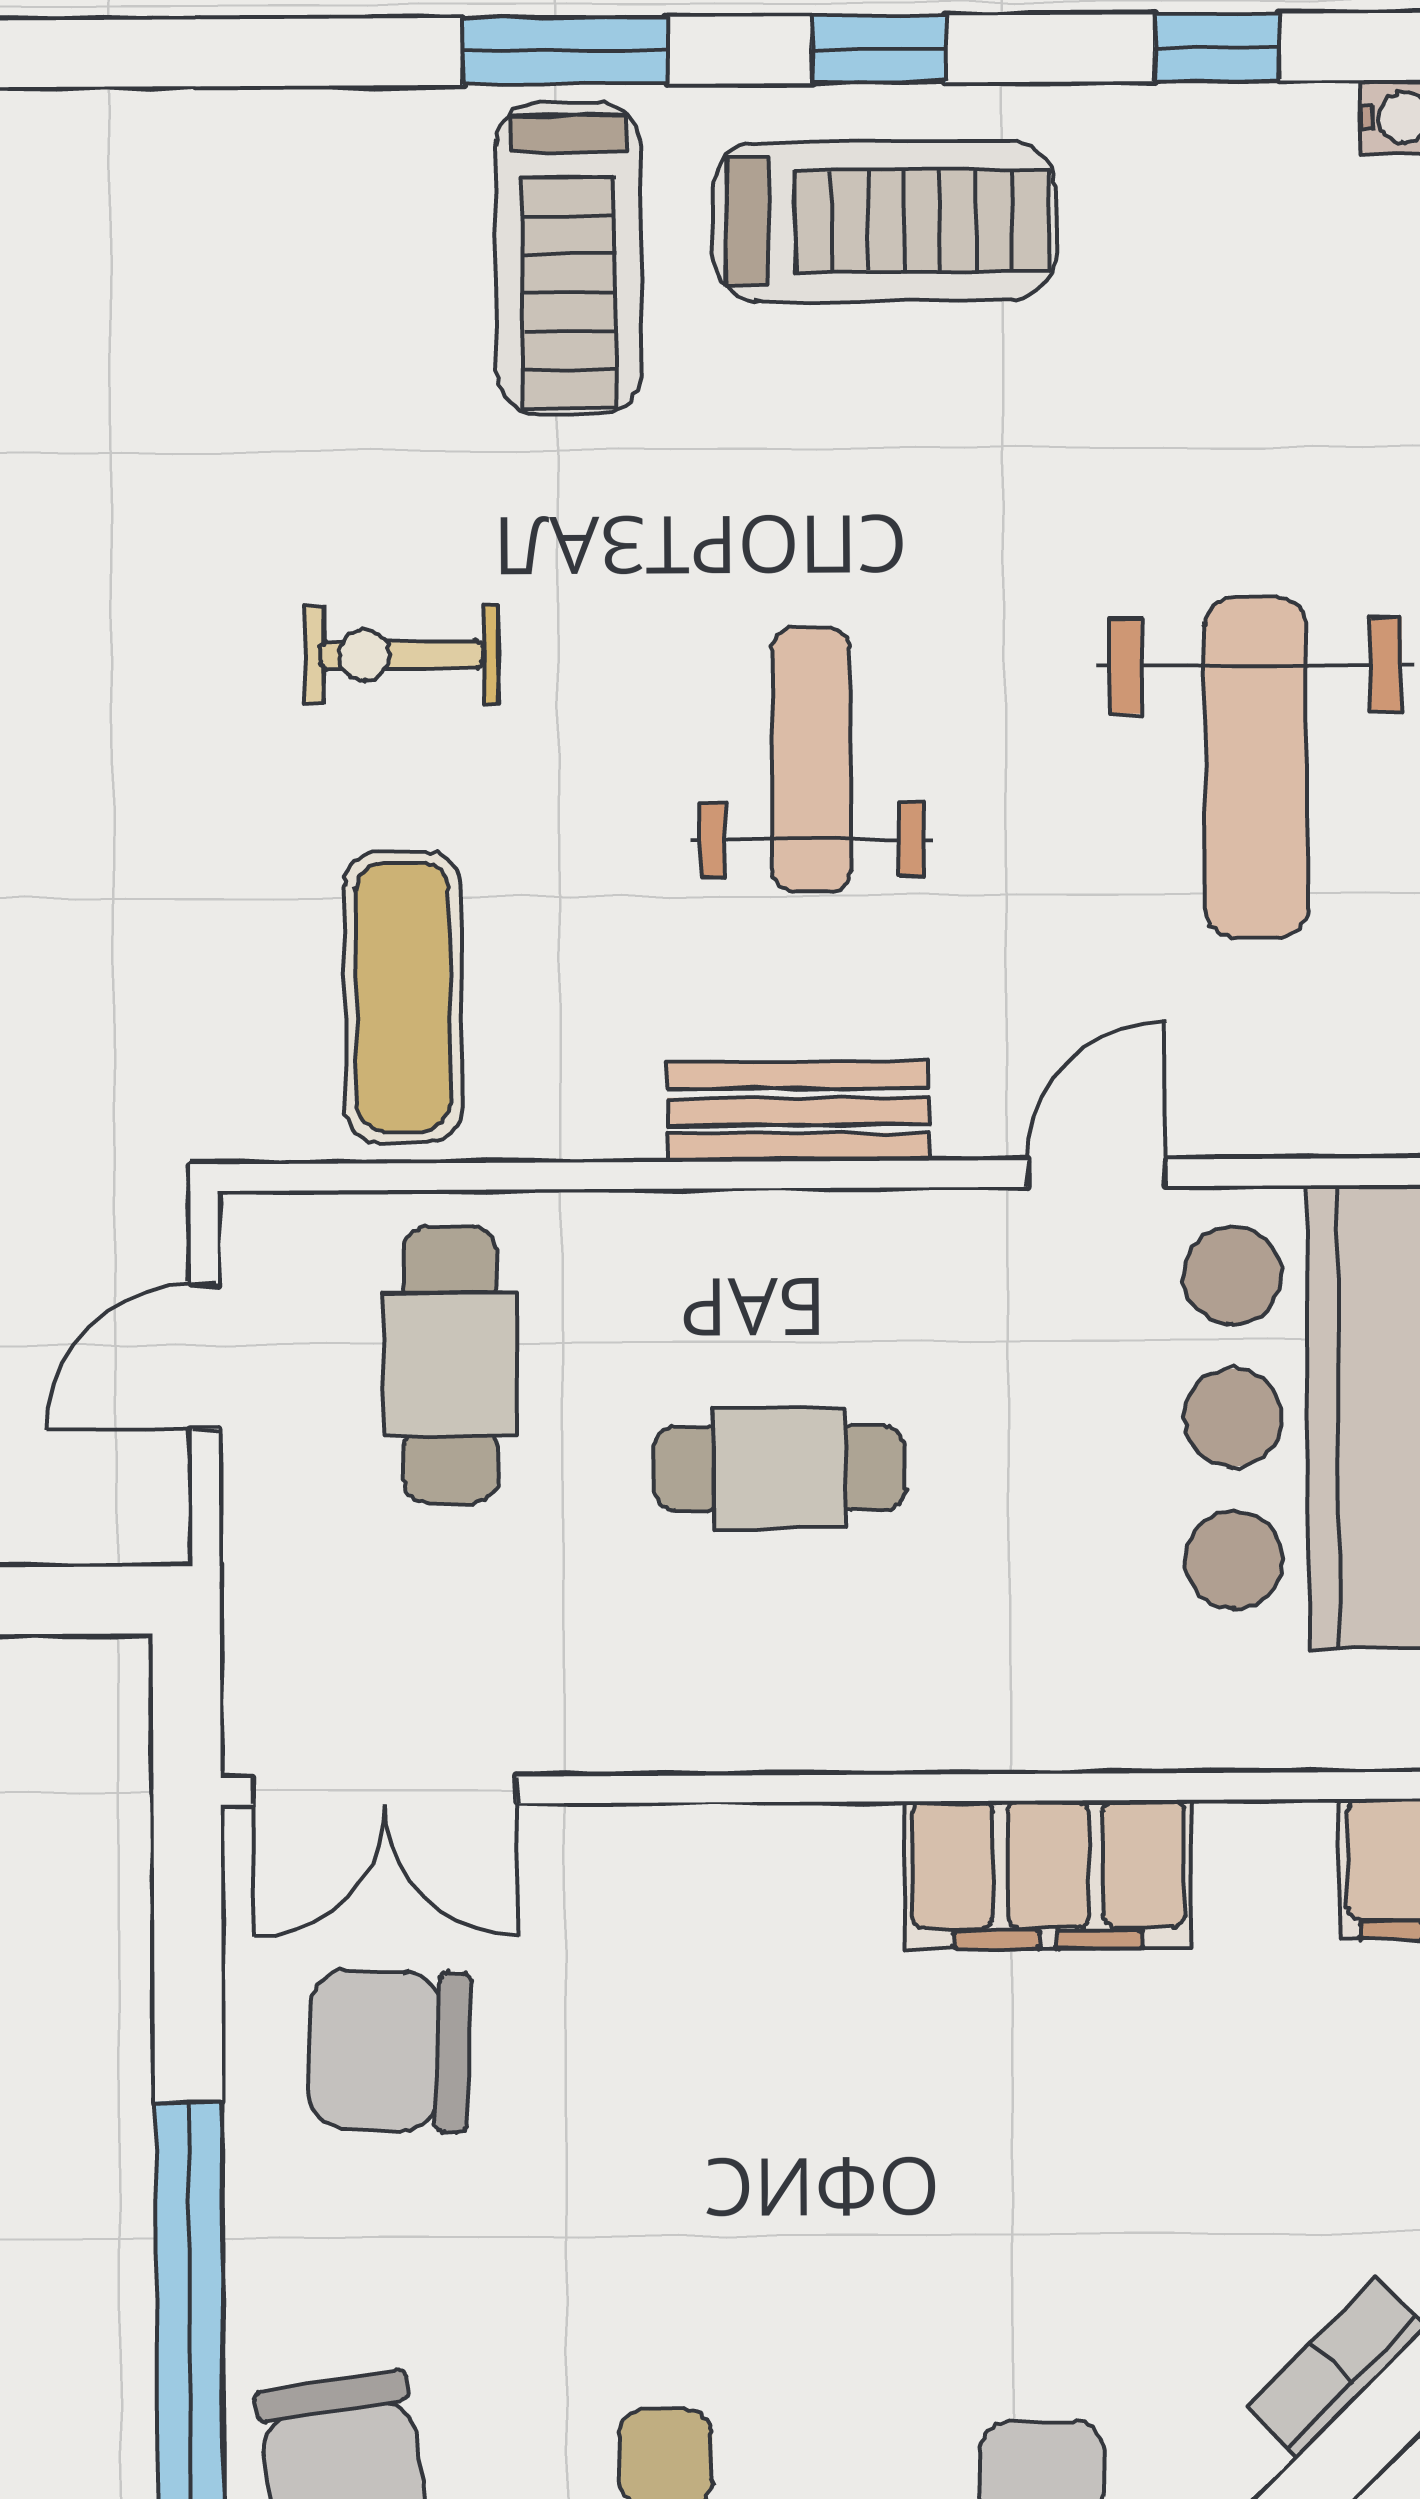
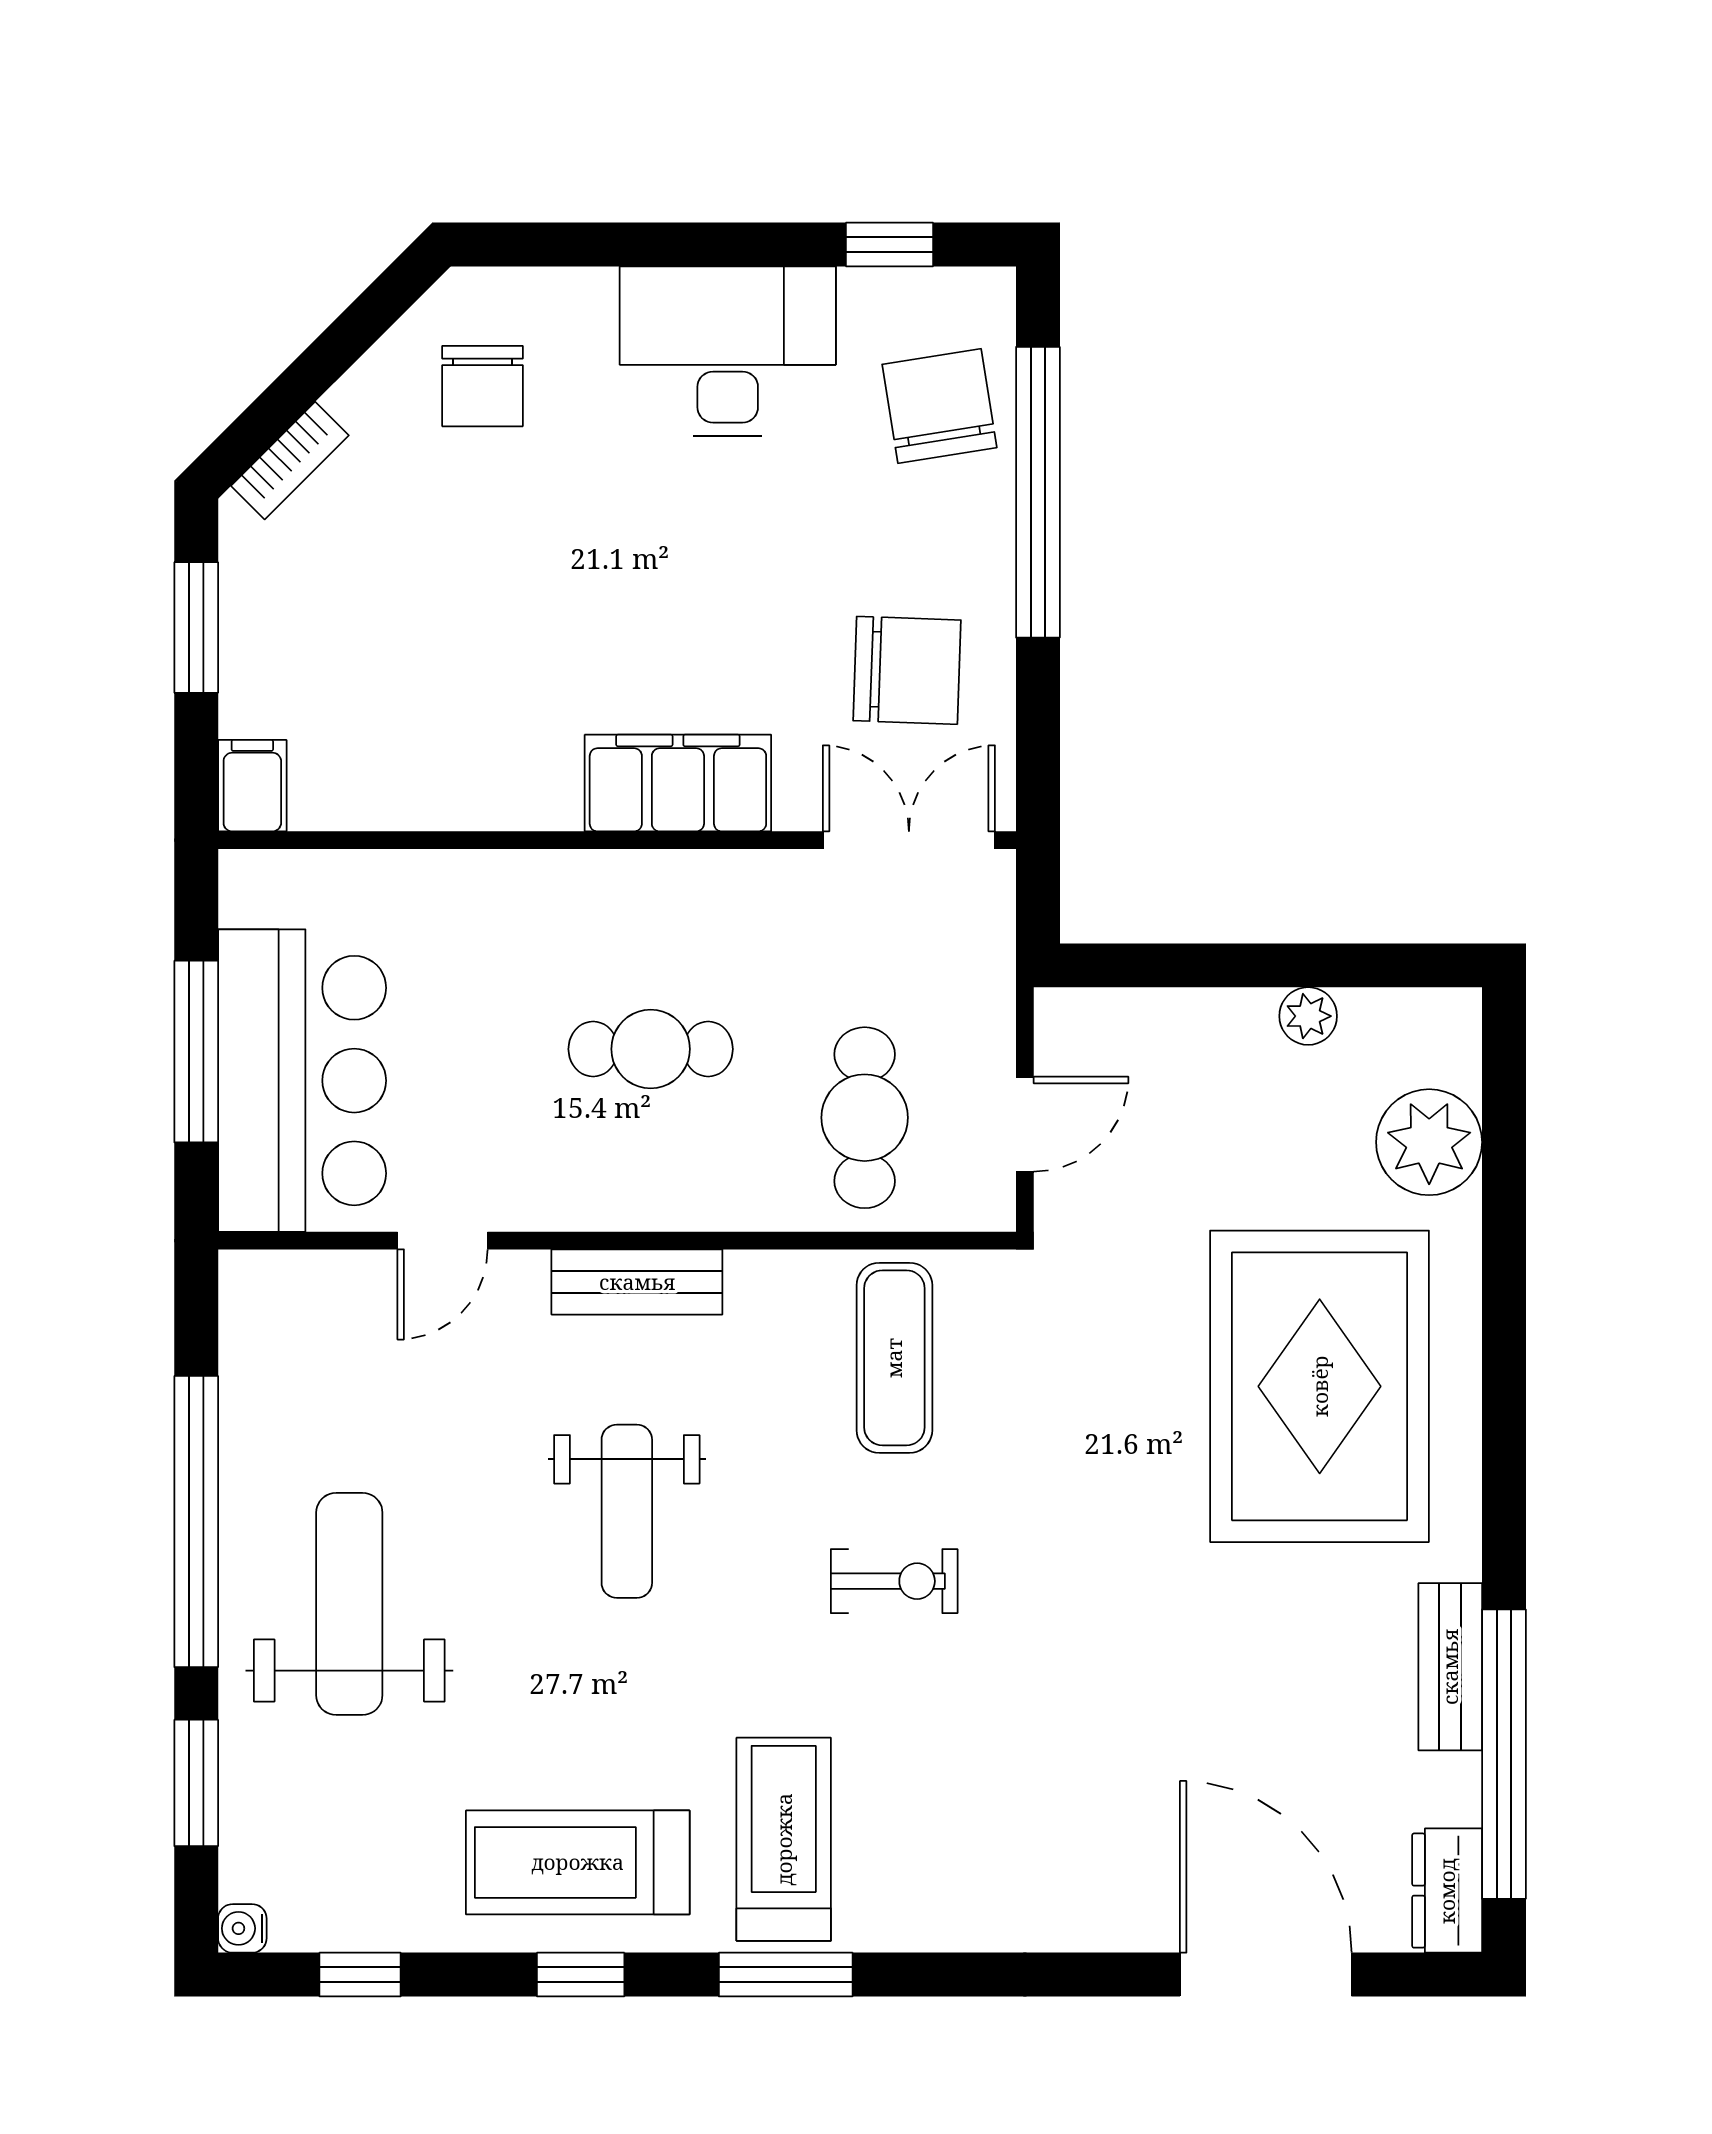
weight bench: (1256, 767) -> (349, 1604), moved
filing cabinet: (1048, 1875) -> (678, 783), moved

